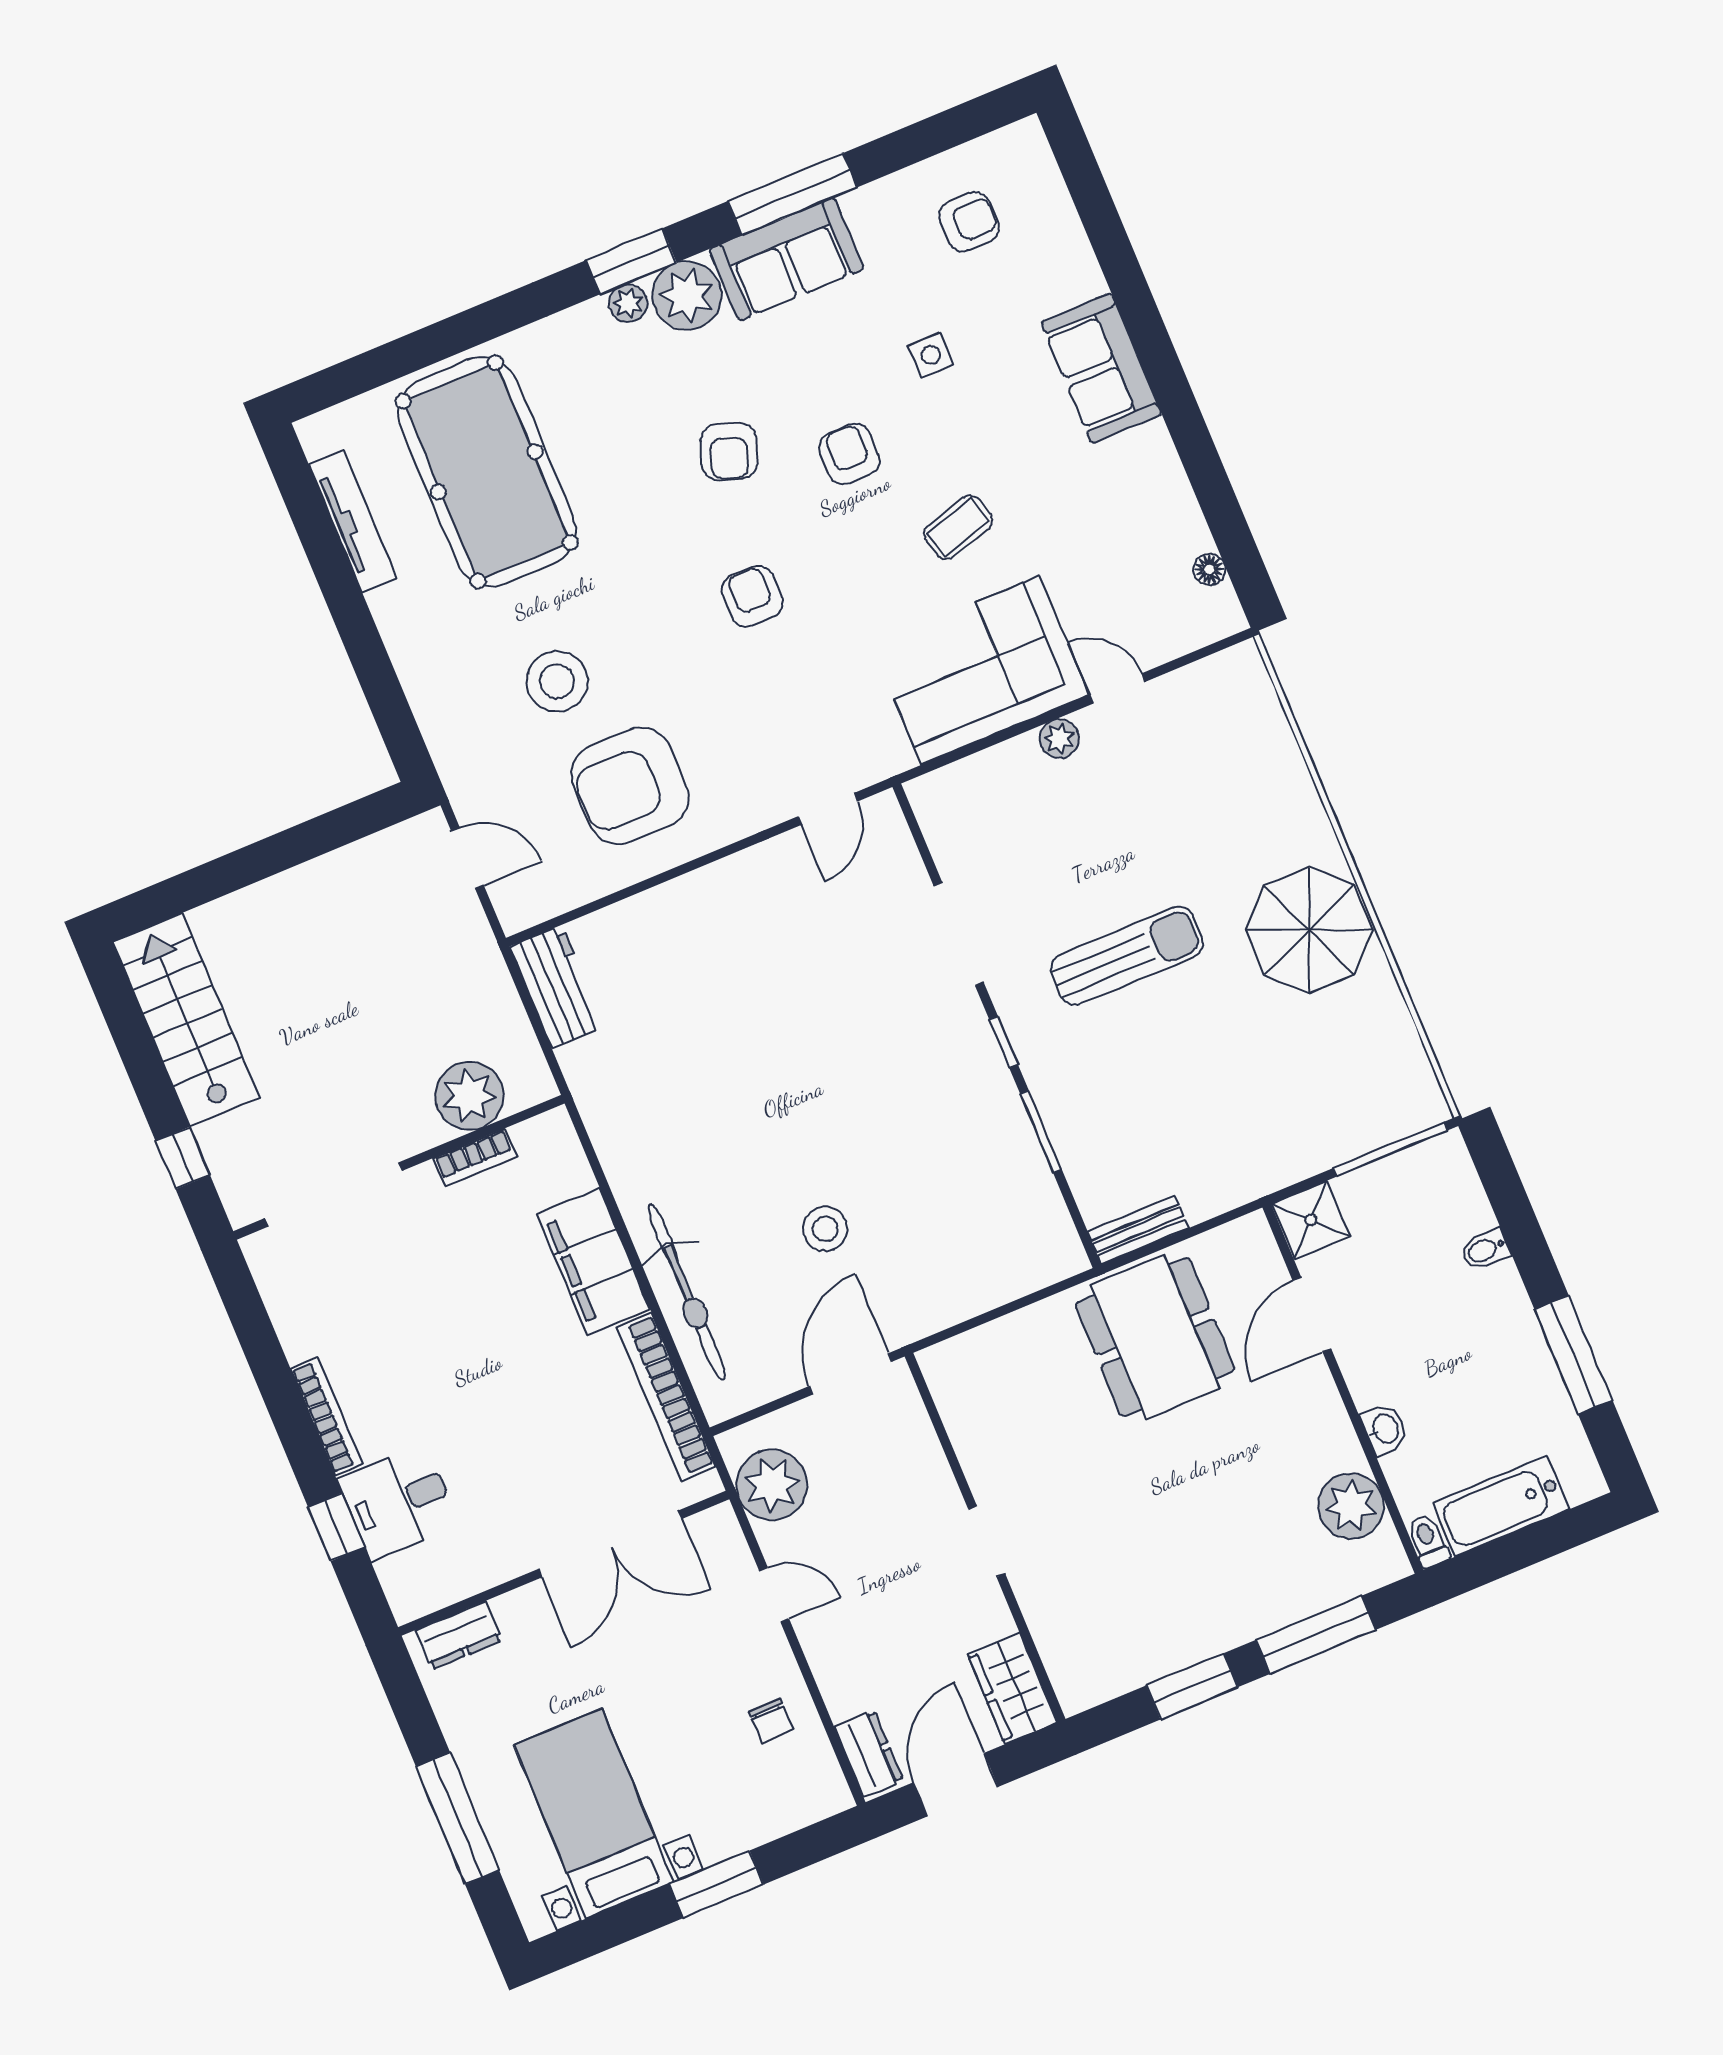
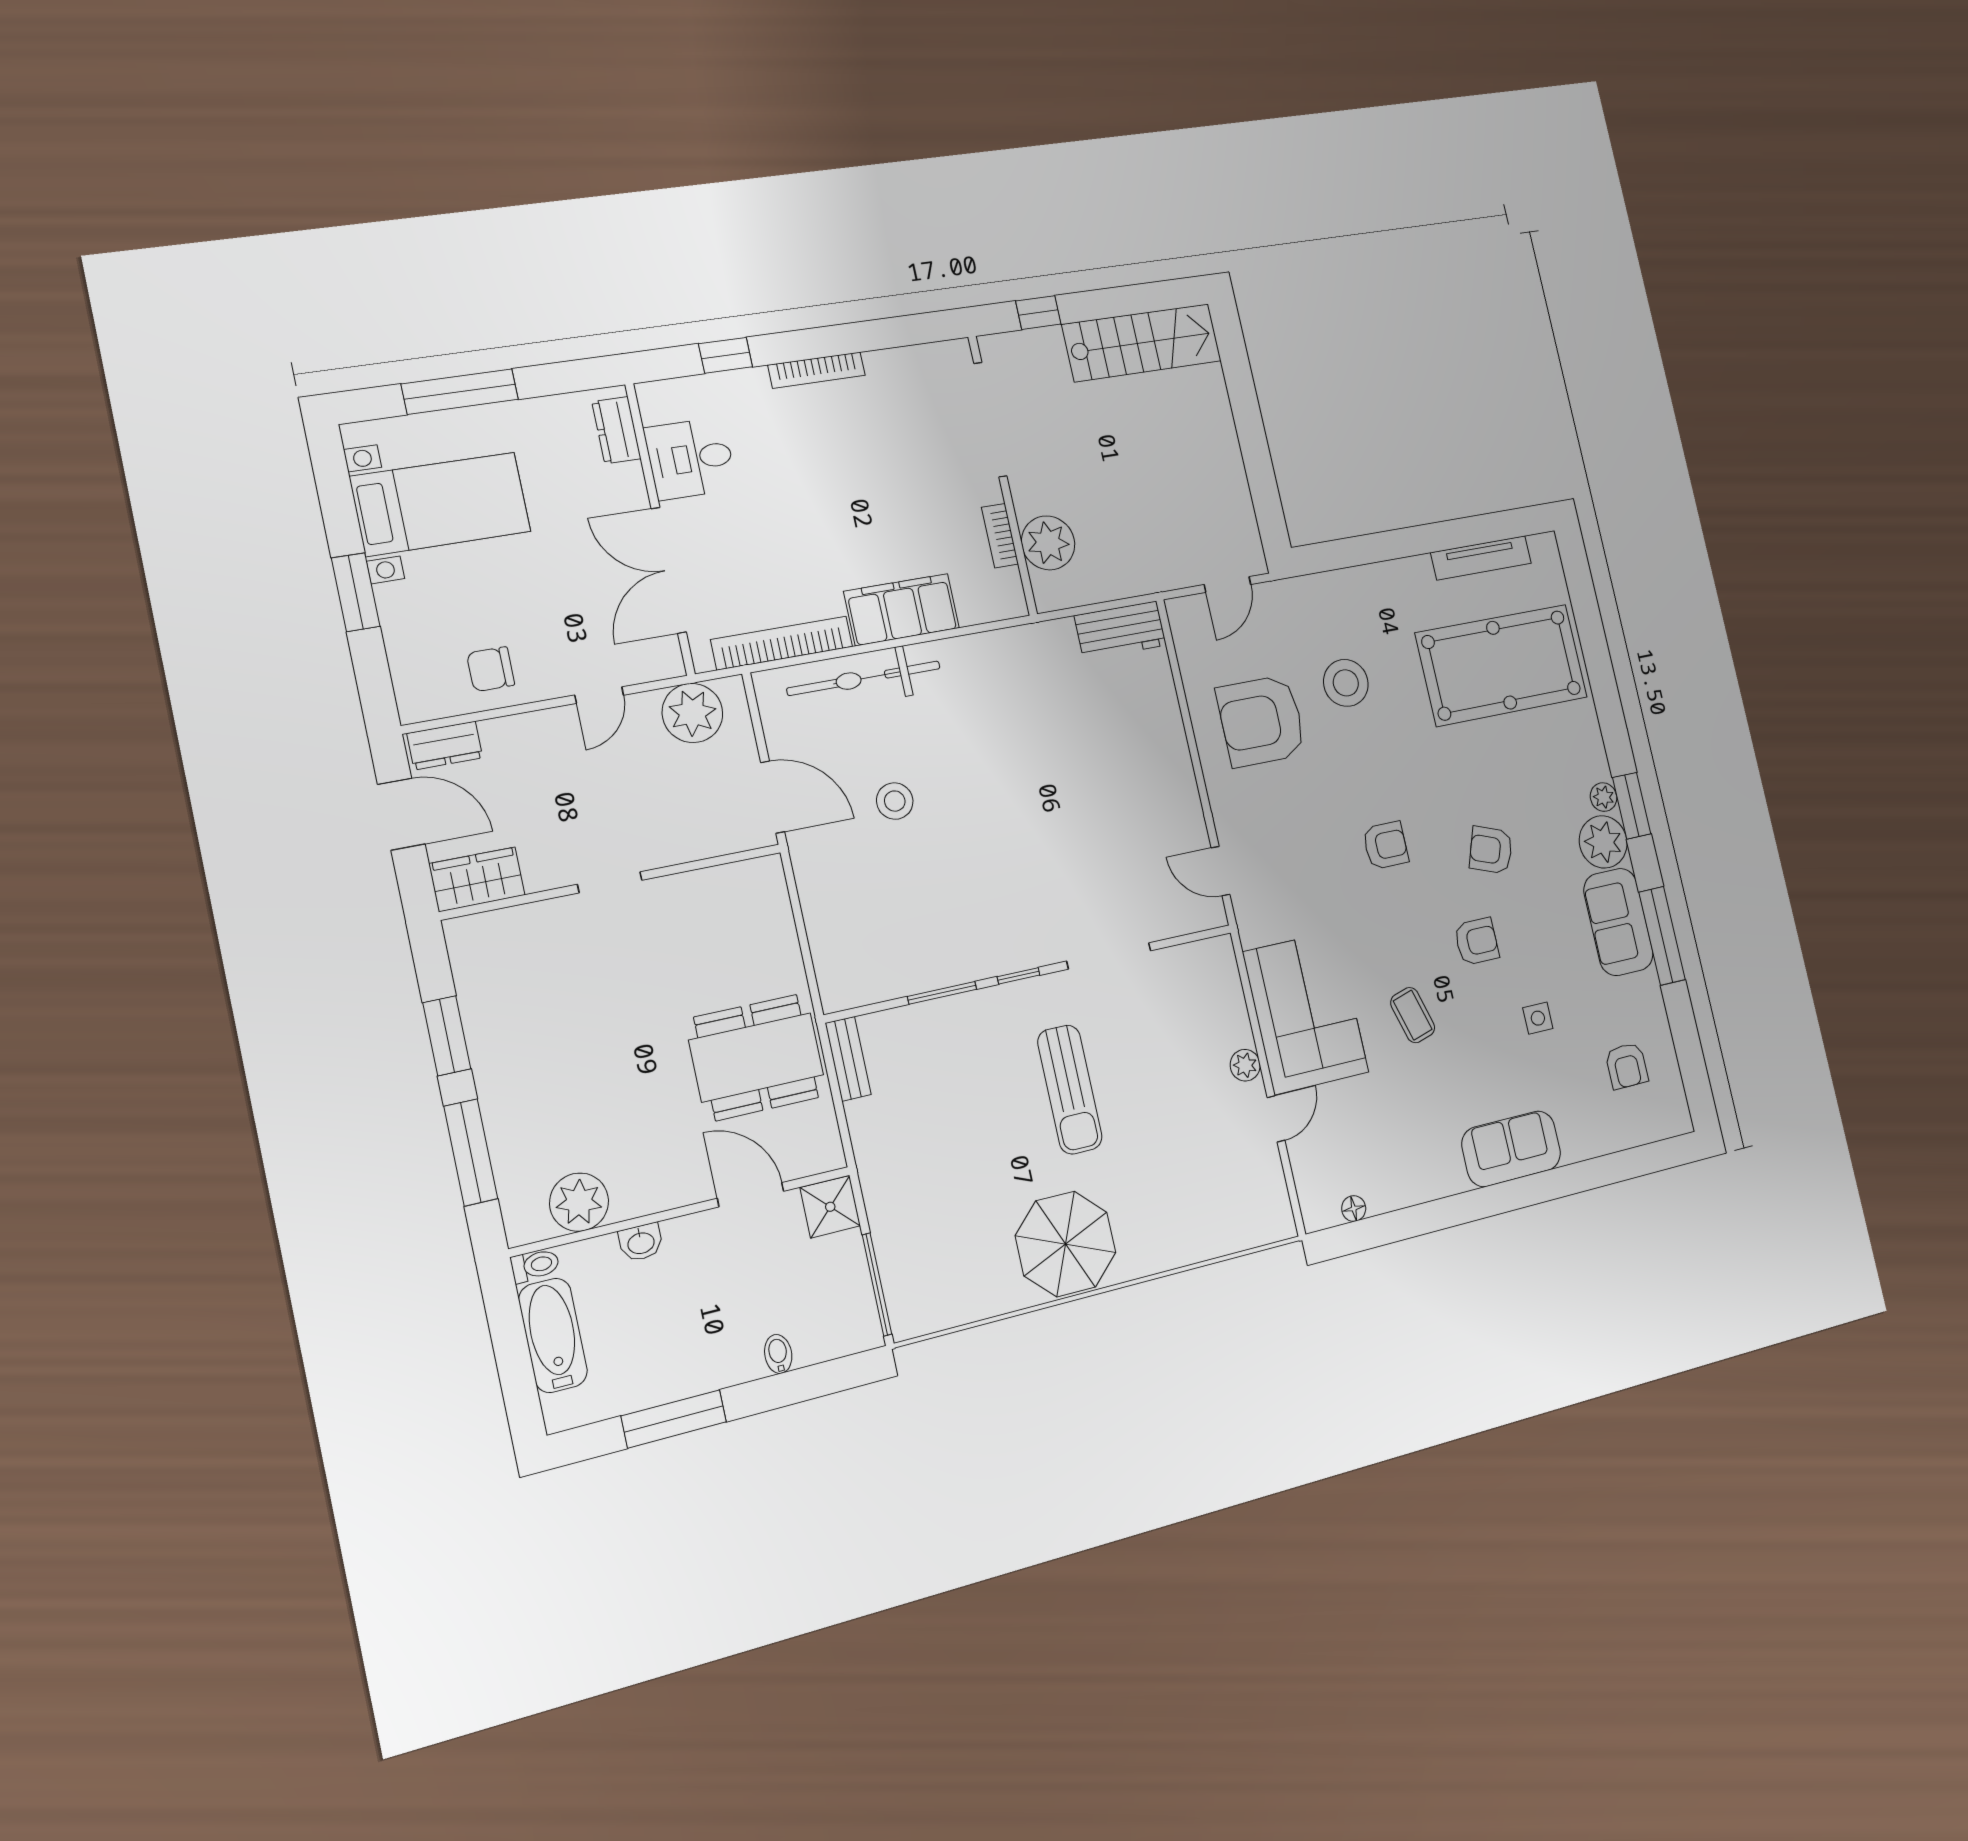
armchair: (630, 786) -> (1261, 721), turned -90
desk: (399, 1502) -> (691, 459), moved, turned -90
chair: (771, 1721) -> (491, 669), width x1.37, depth x1.37

